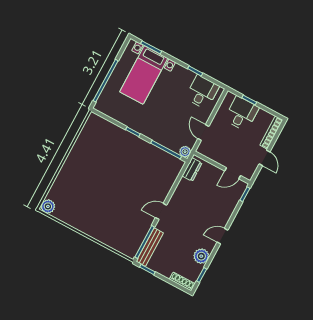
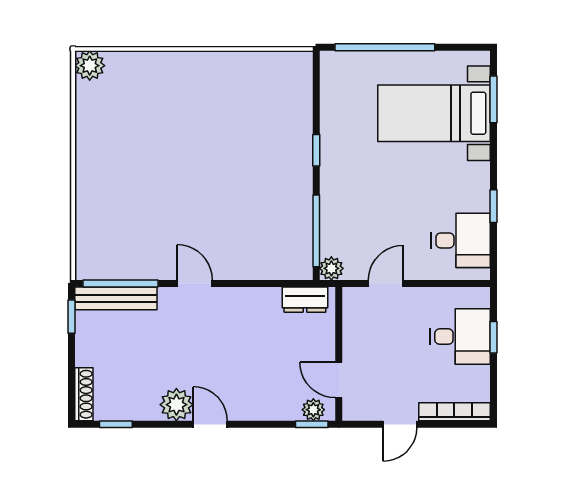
plant: (239, 190) -> (313, 410), added
plant: (201, 256) -> (176, 405), moved

